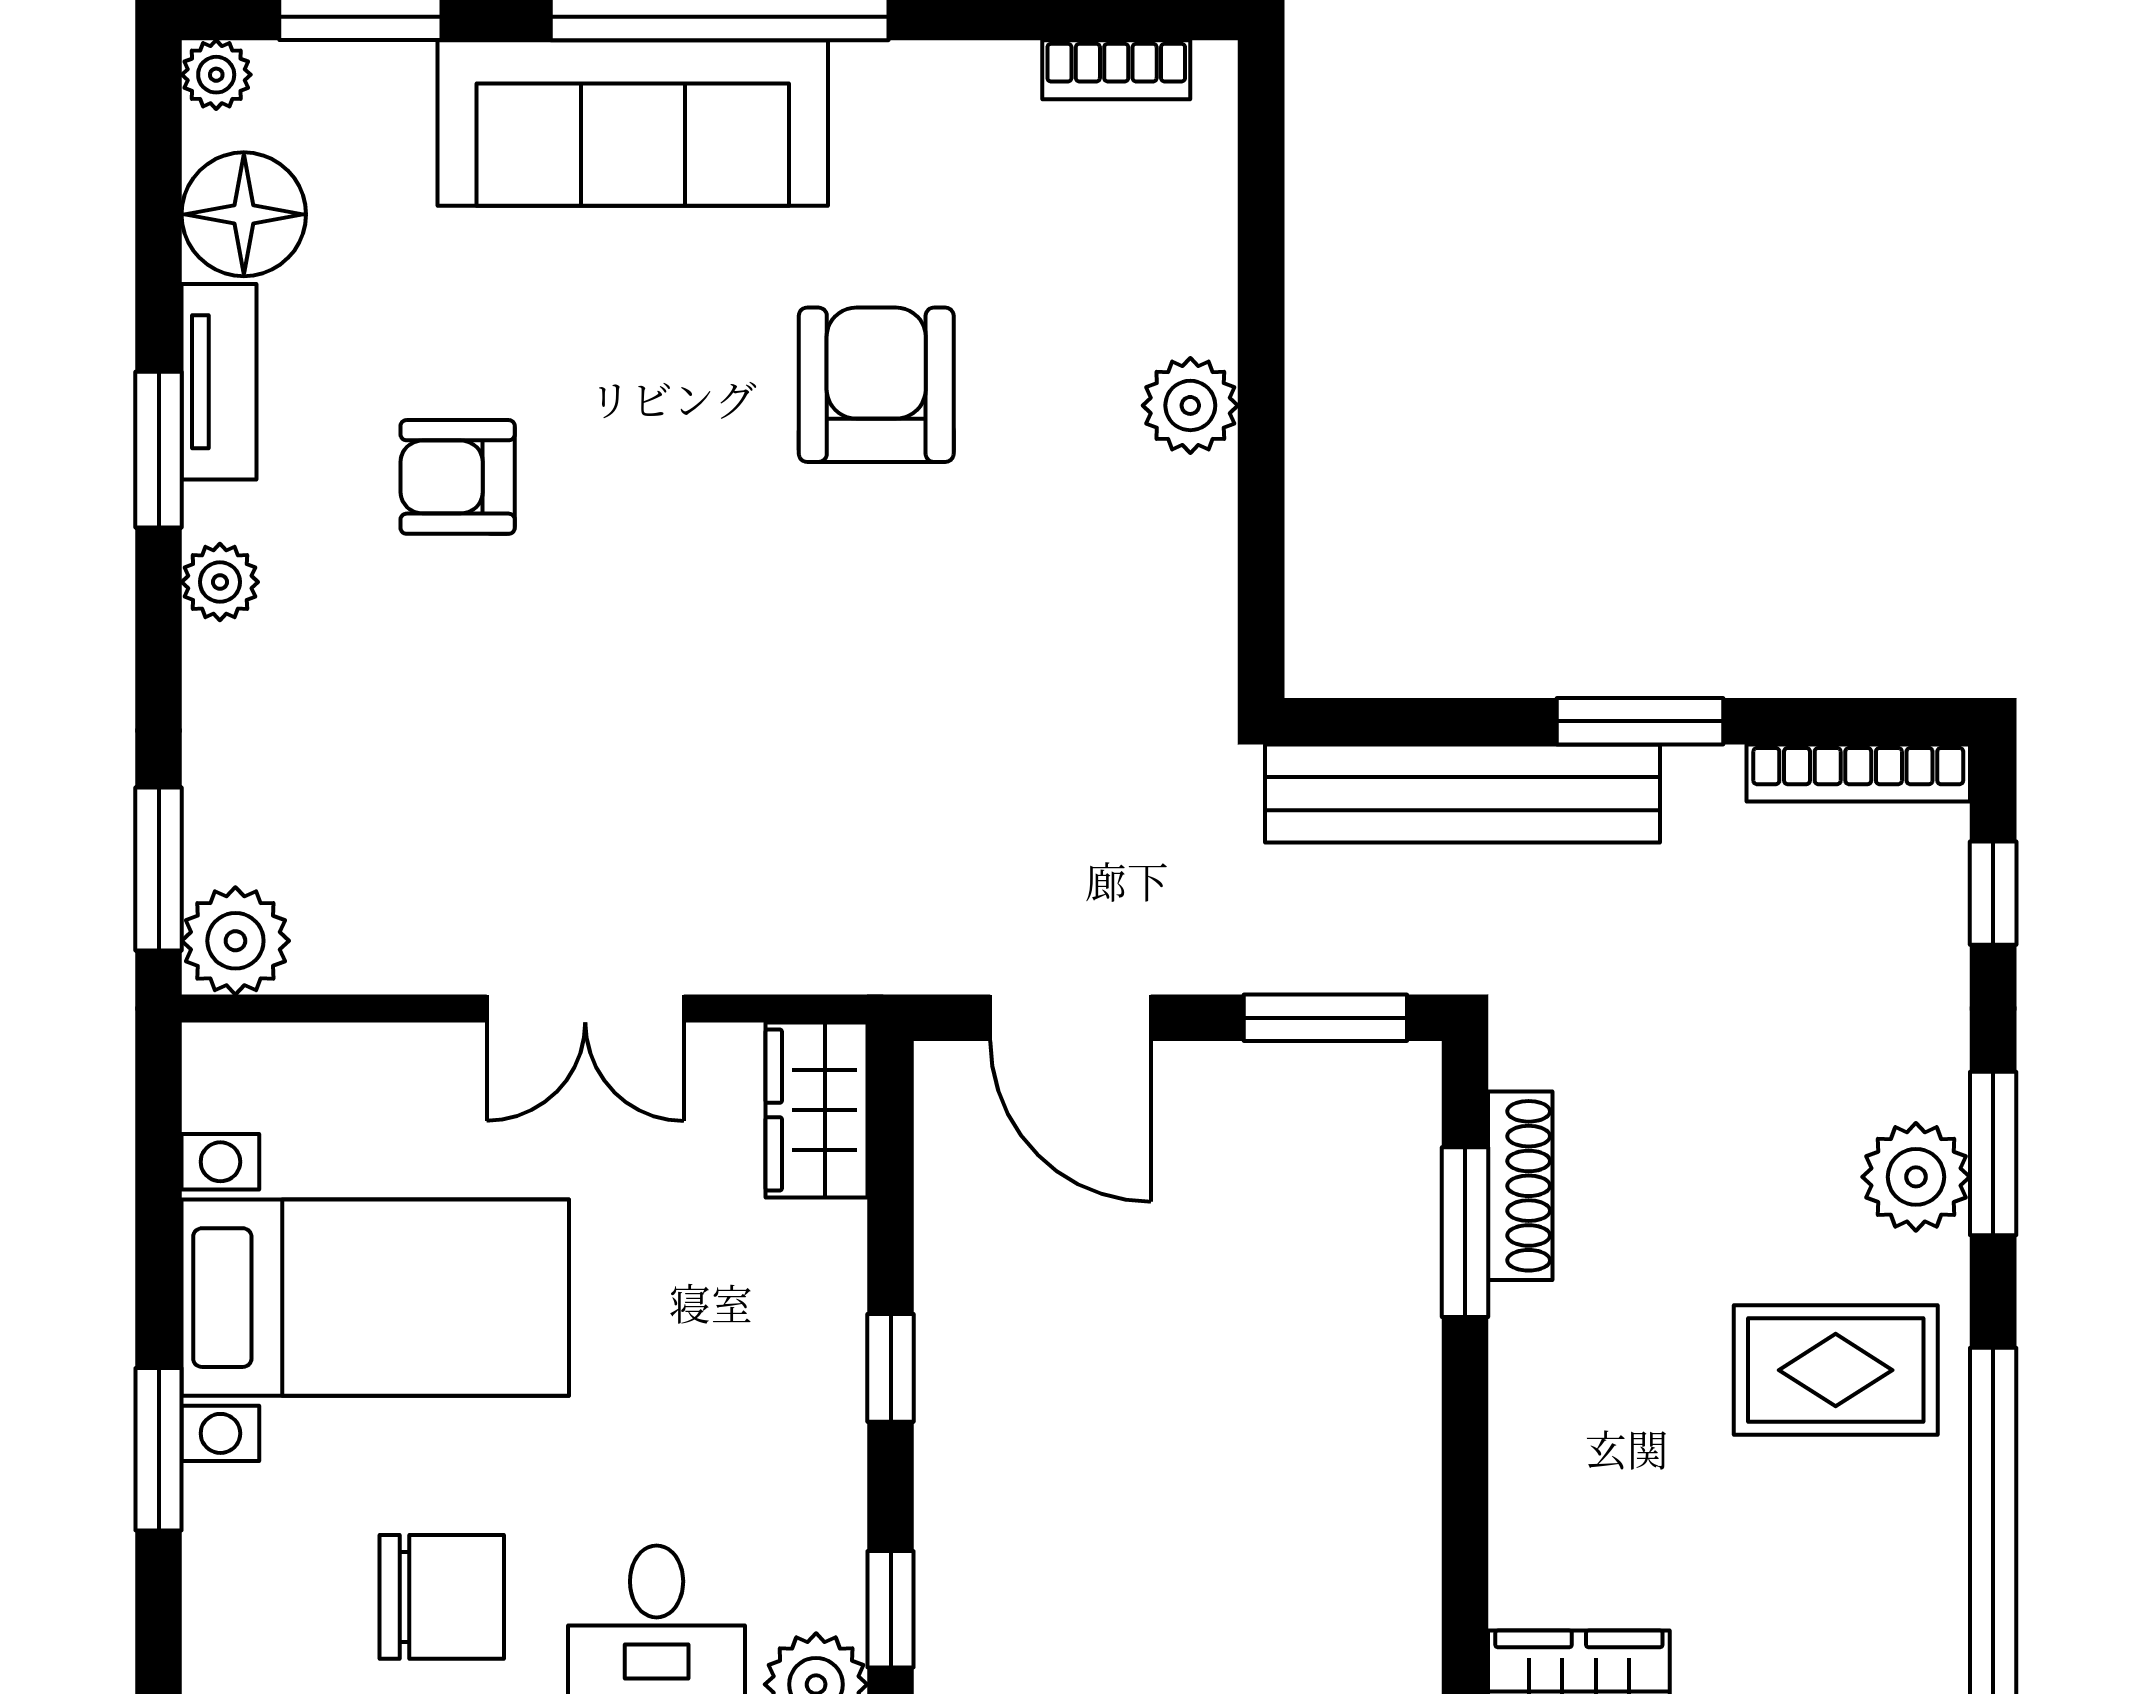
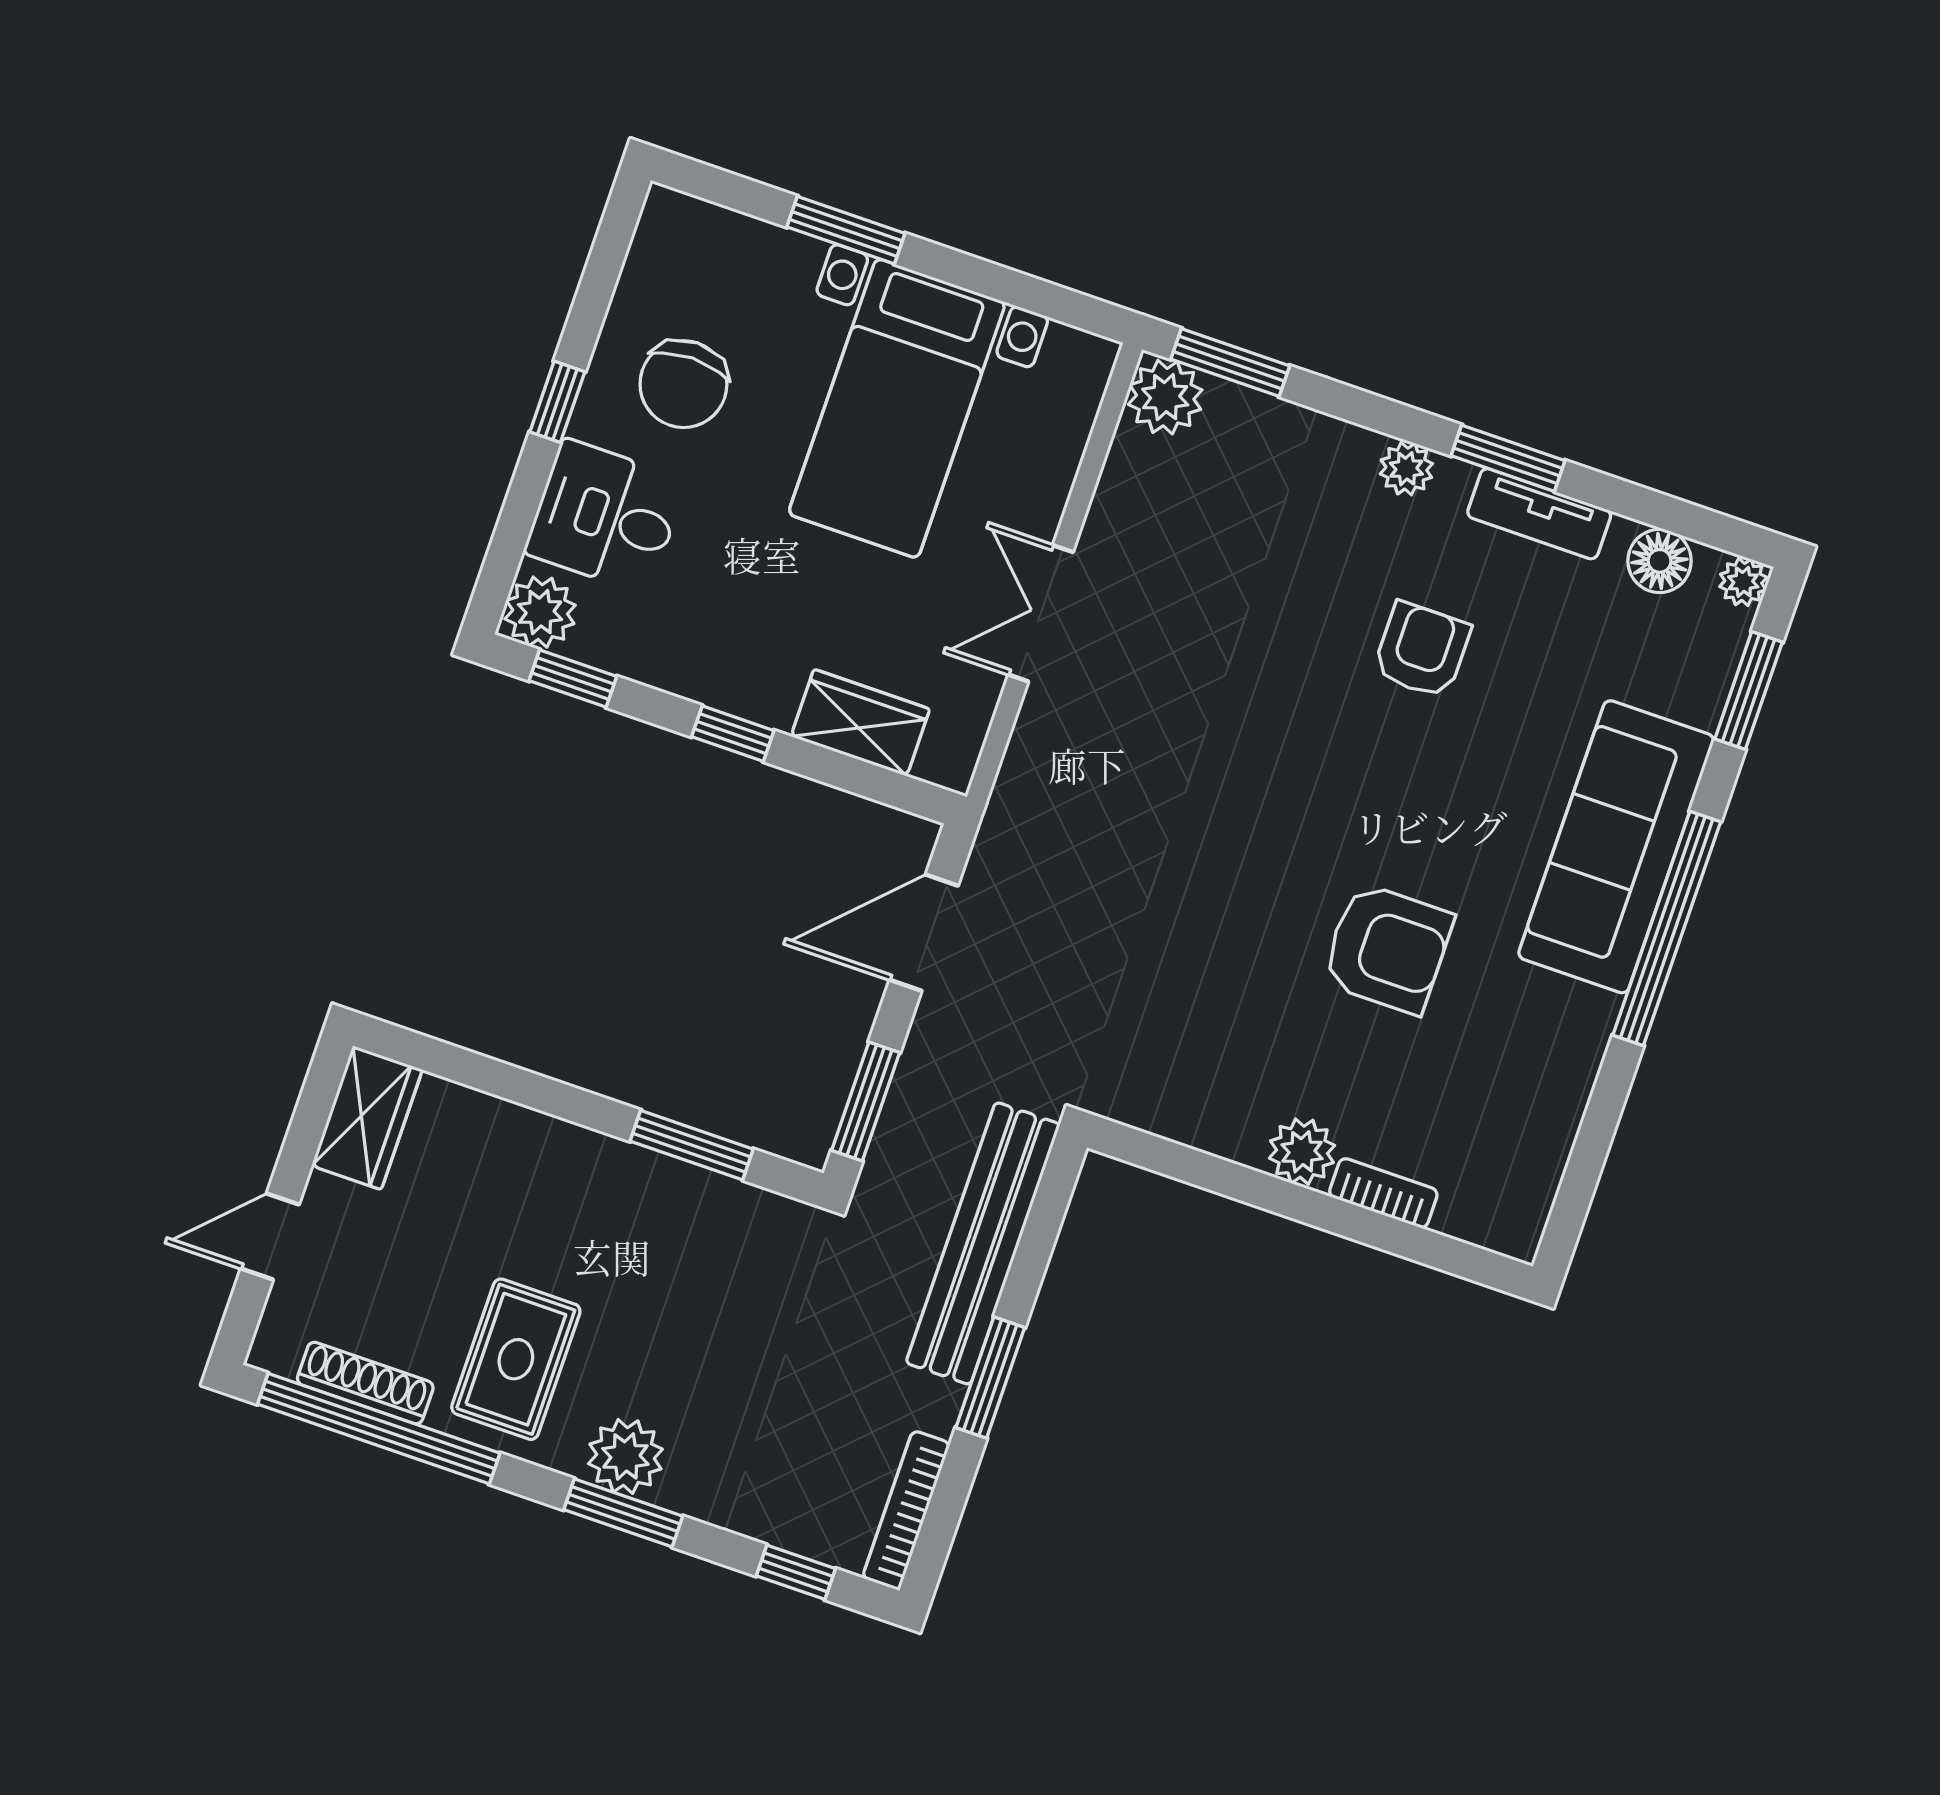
bookcase: (1116, 70) -> (1383, 1193), moved, turned 90
floor lamp: (244, 214) -> (1660, 561), width x0.73, depth x0.73
wardrobe: (817, 1110) -> (860, 723), moved
shoe rack: (1520, 1186) -> (365, 1383), moved, turned 180

